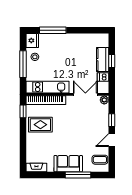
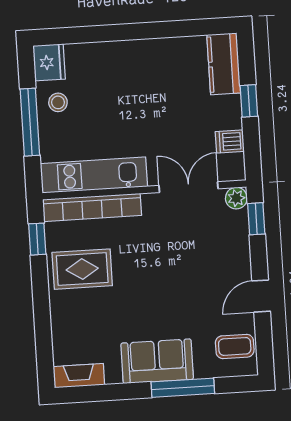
window: (53, 30) -> (98, 34), removed
kitchen counter: (103, 60) -> (224, 64), moved
window: (112, 120) -> (256, 219), moved

